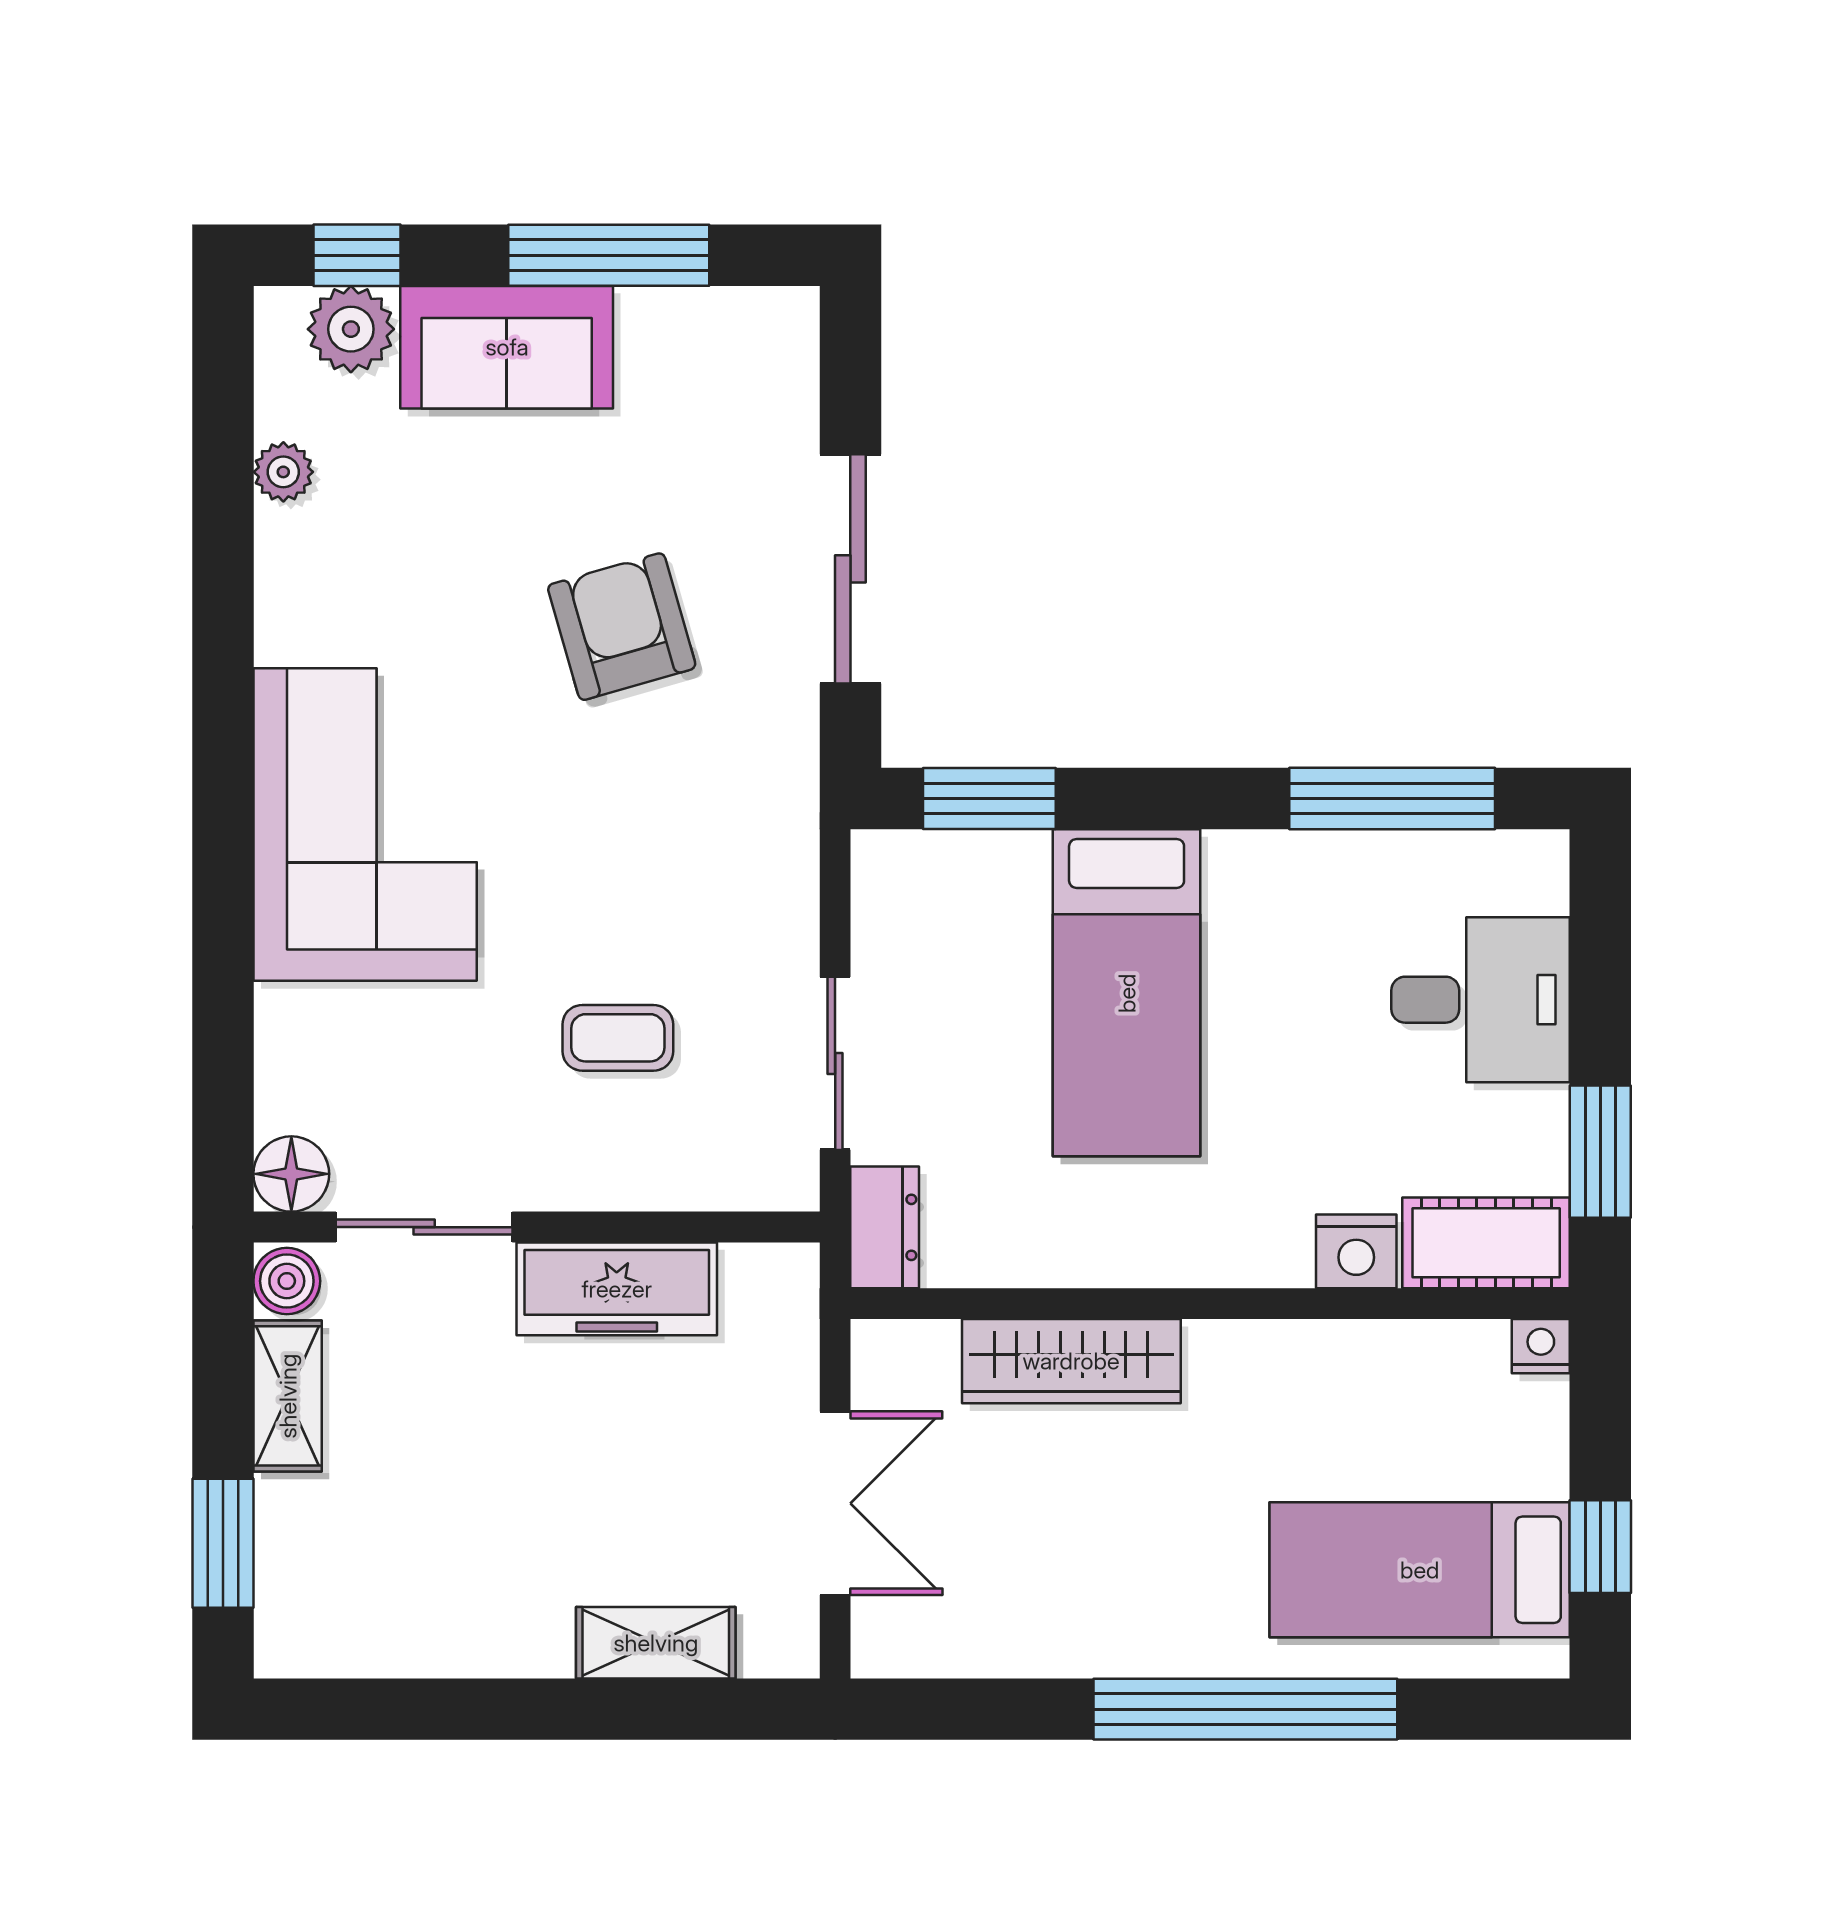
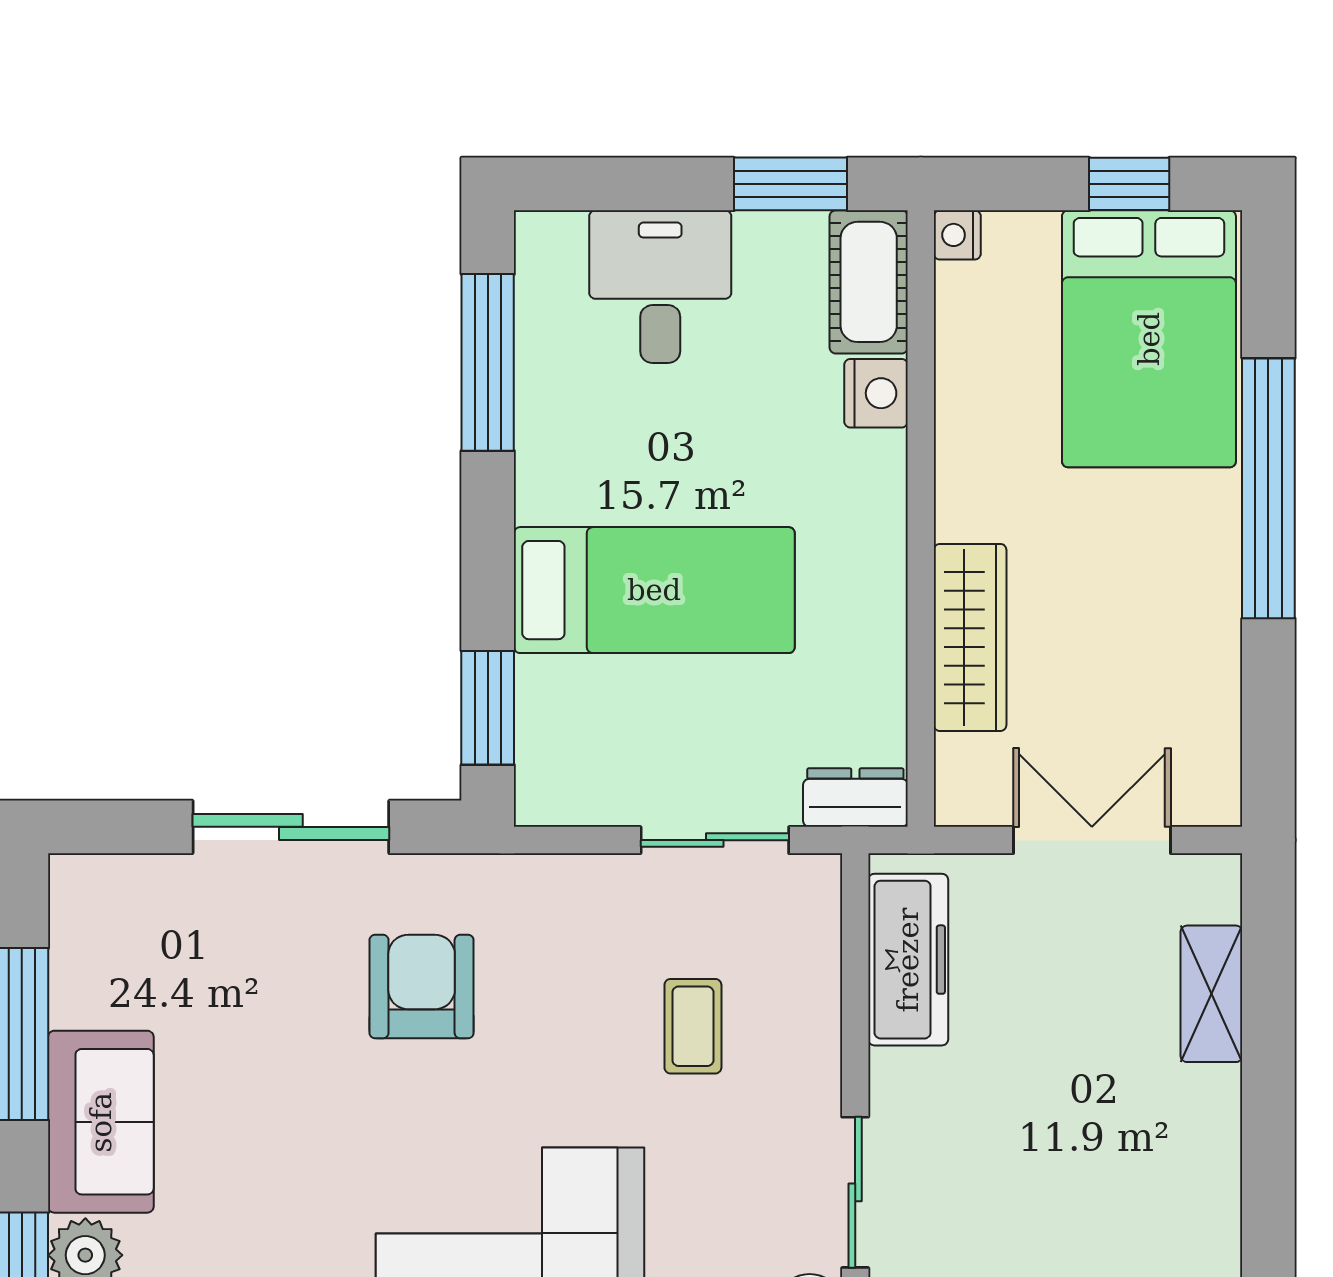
armchair: (622, 627) -> (422, 987), moved, turned 106
freezer: (617, 1289) -> (908, 960), moved
bed: (1420, 1570) -> (1149, 339), width x1.50

